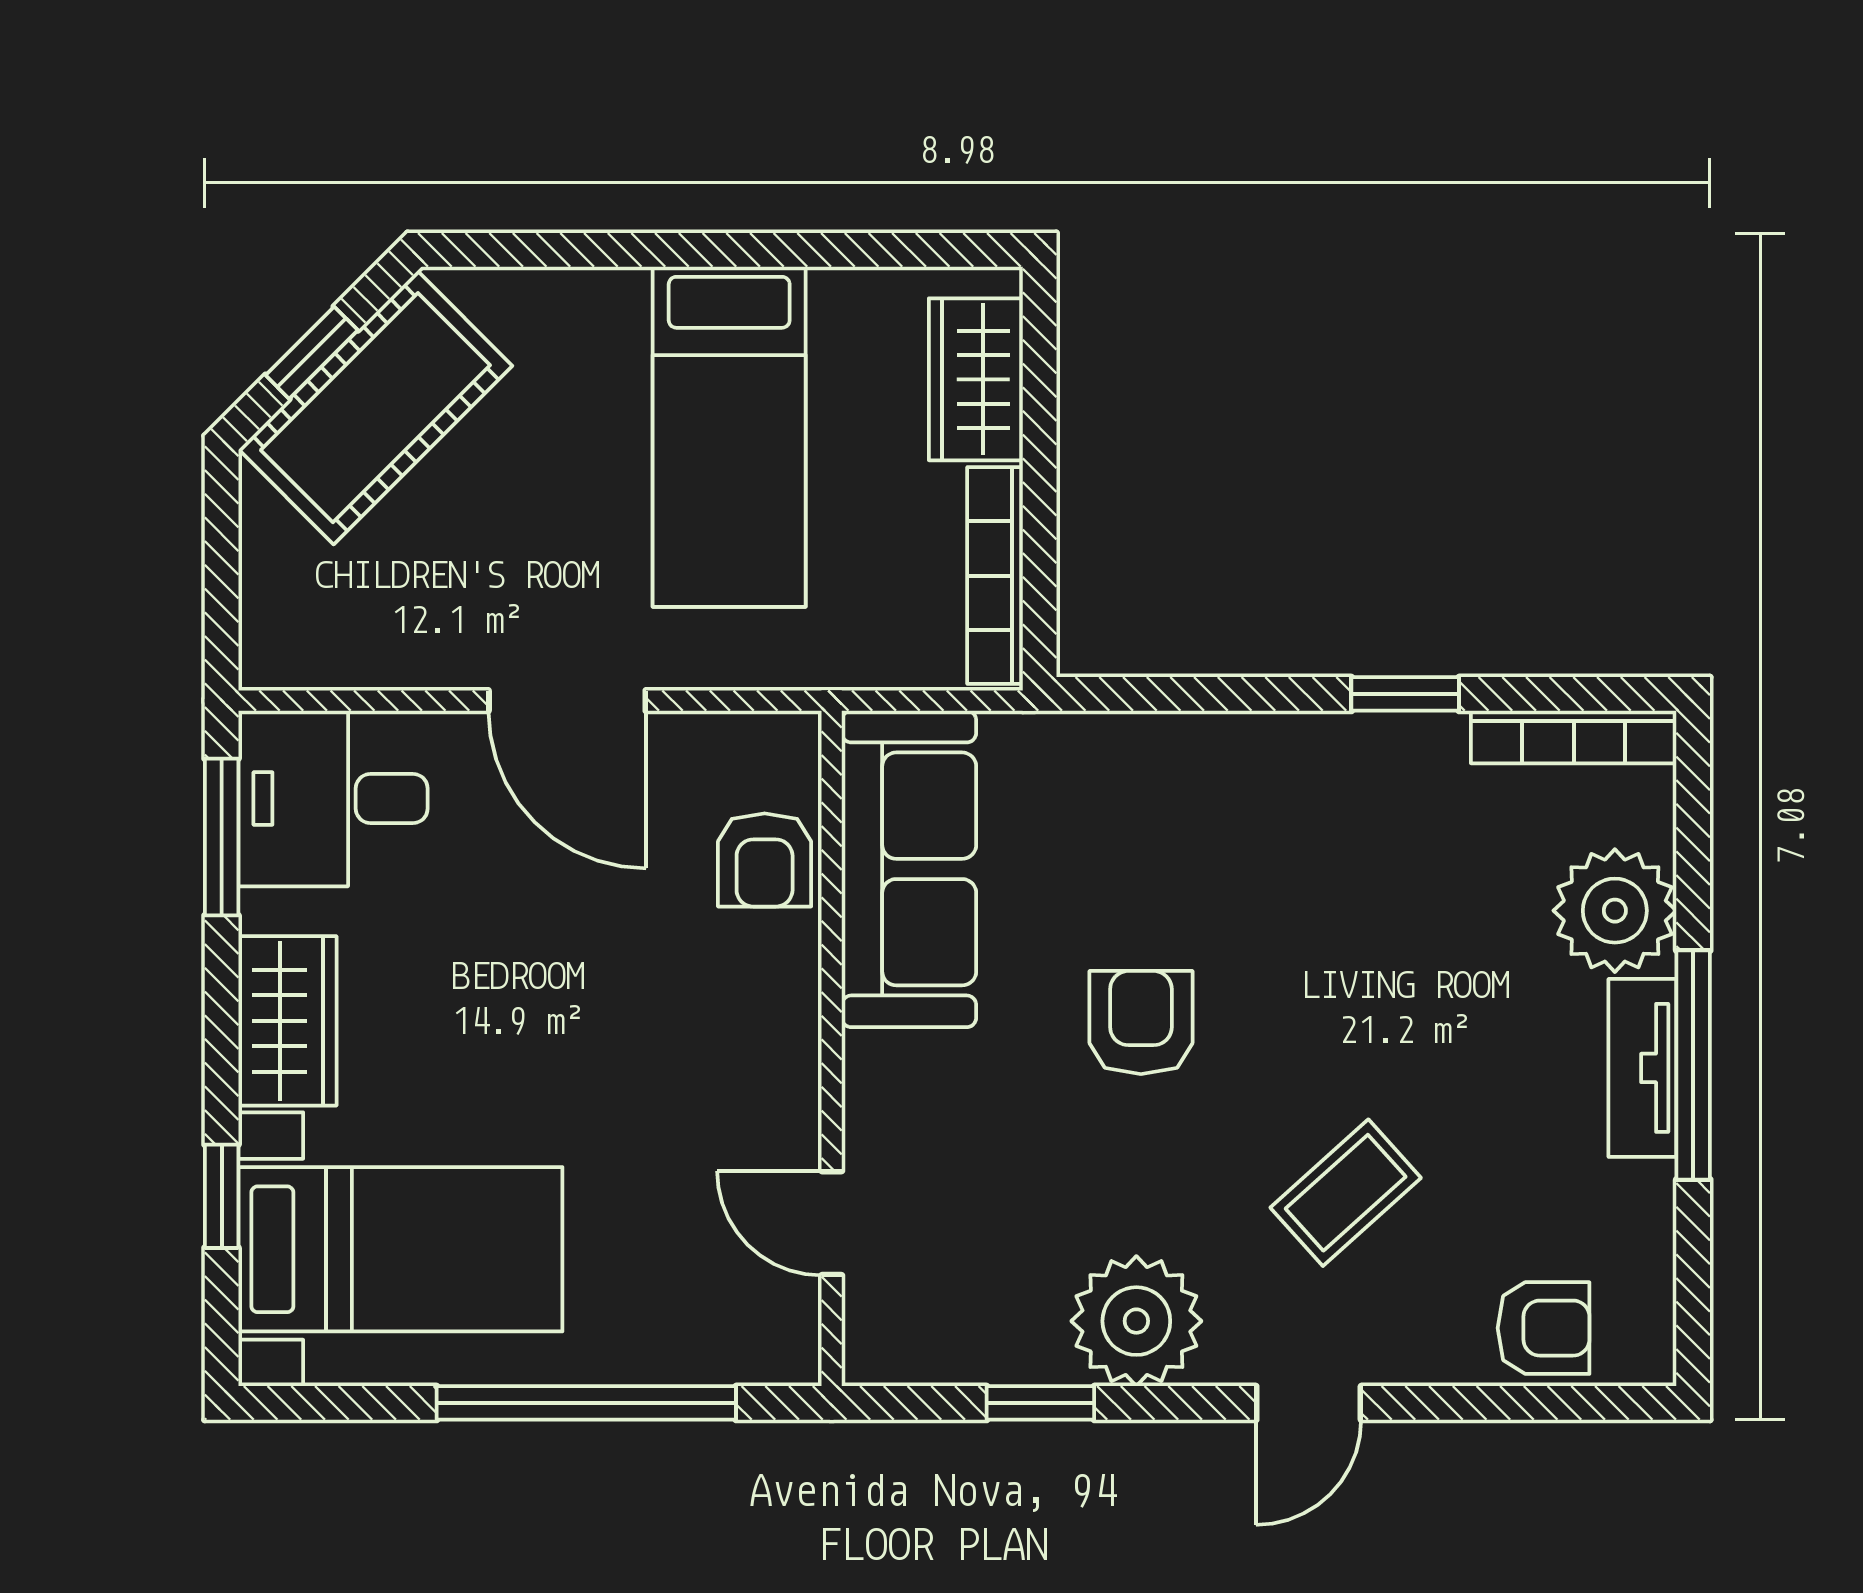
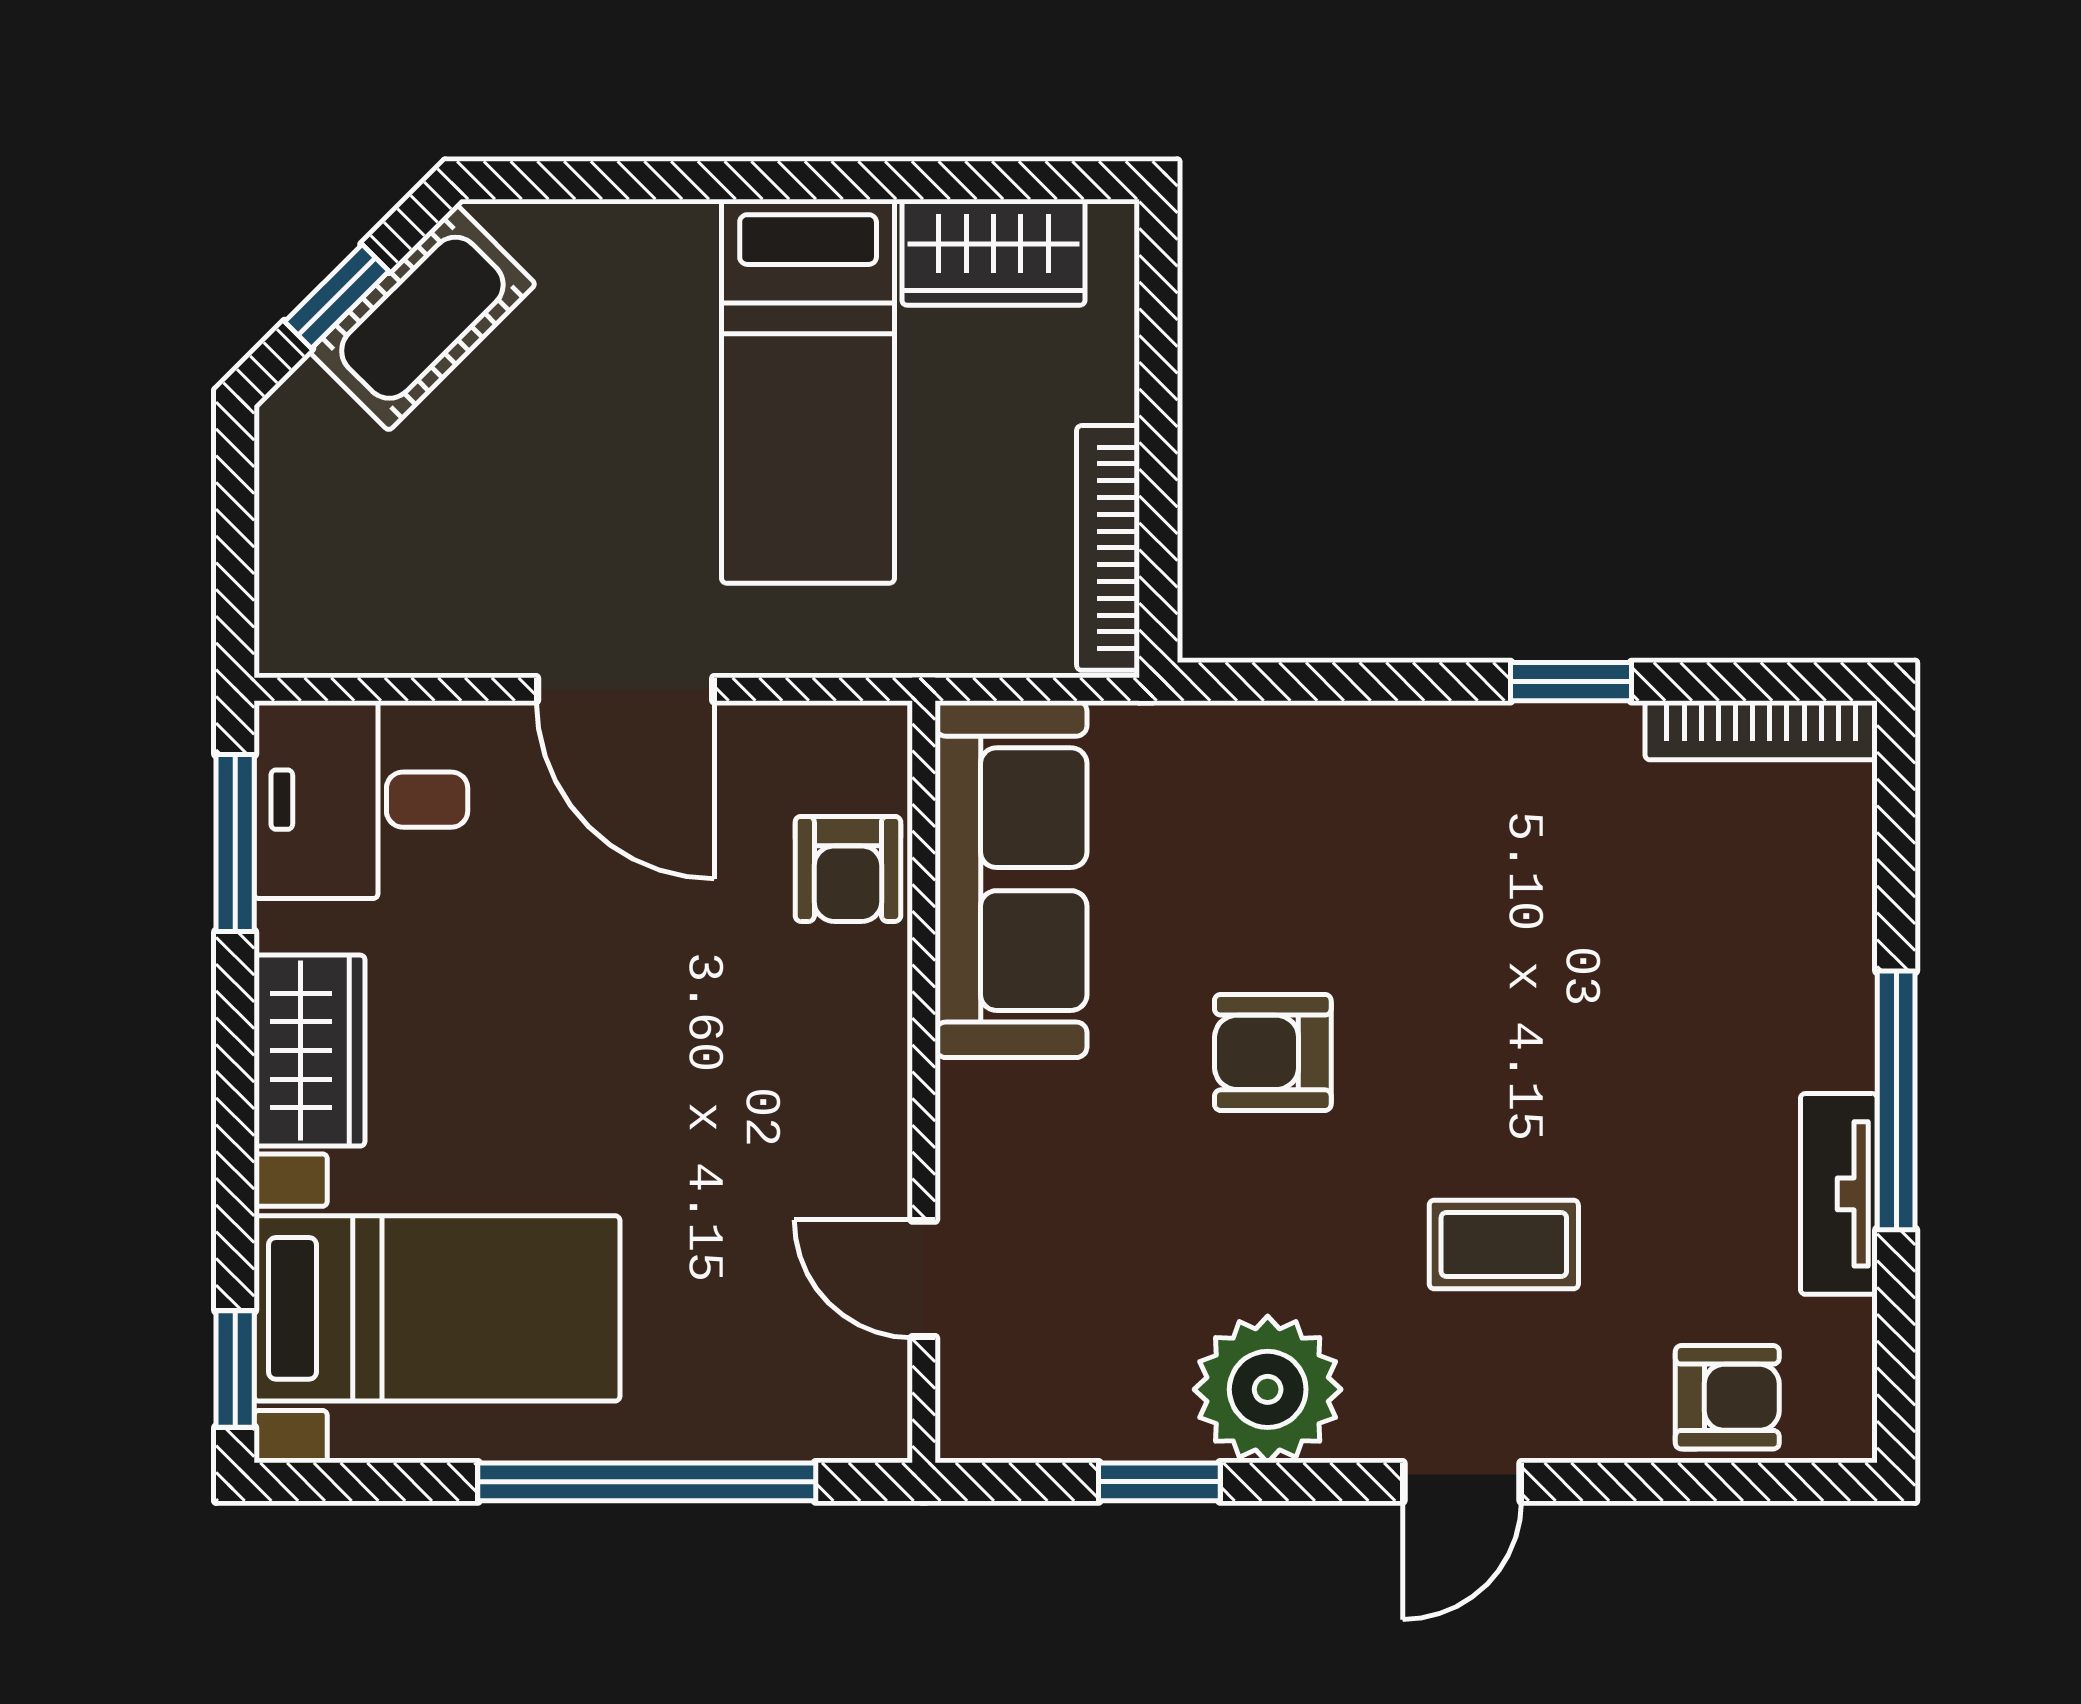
wardrobe: (976, 379) -> (993, 252), moved, turned -90
cot: (375, 408) -> (422, 318), width x0.73, depth x0.75
plant: (1615, 911) -> (1808, 926), removed
armchair: (1141, 1023) -> (1273, 1052), turned -90
tv unit: (1642, 1068) -> (1839, 1194), moved
coffee table: (1346, 1193) -> (1504, 1245), turned 42
window: (222, 1196) -> (235, 1369), moved

